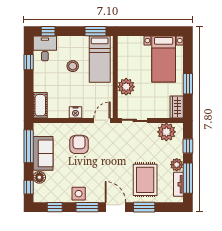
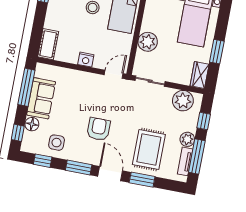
armchair: (79, 144) -> (99, 129), moved
side table: (79, 194) -> (57, 143), moved

